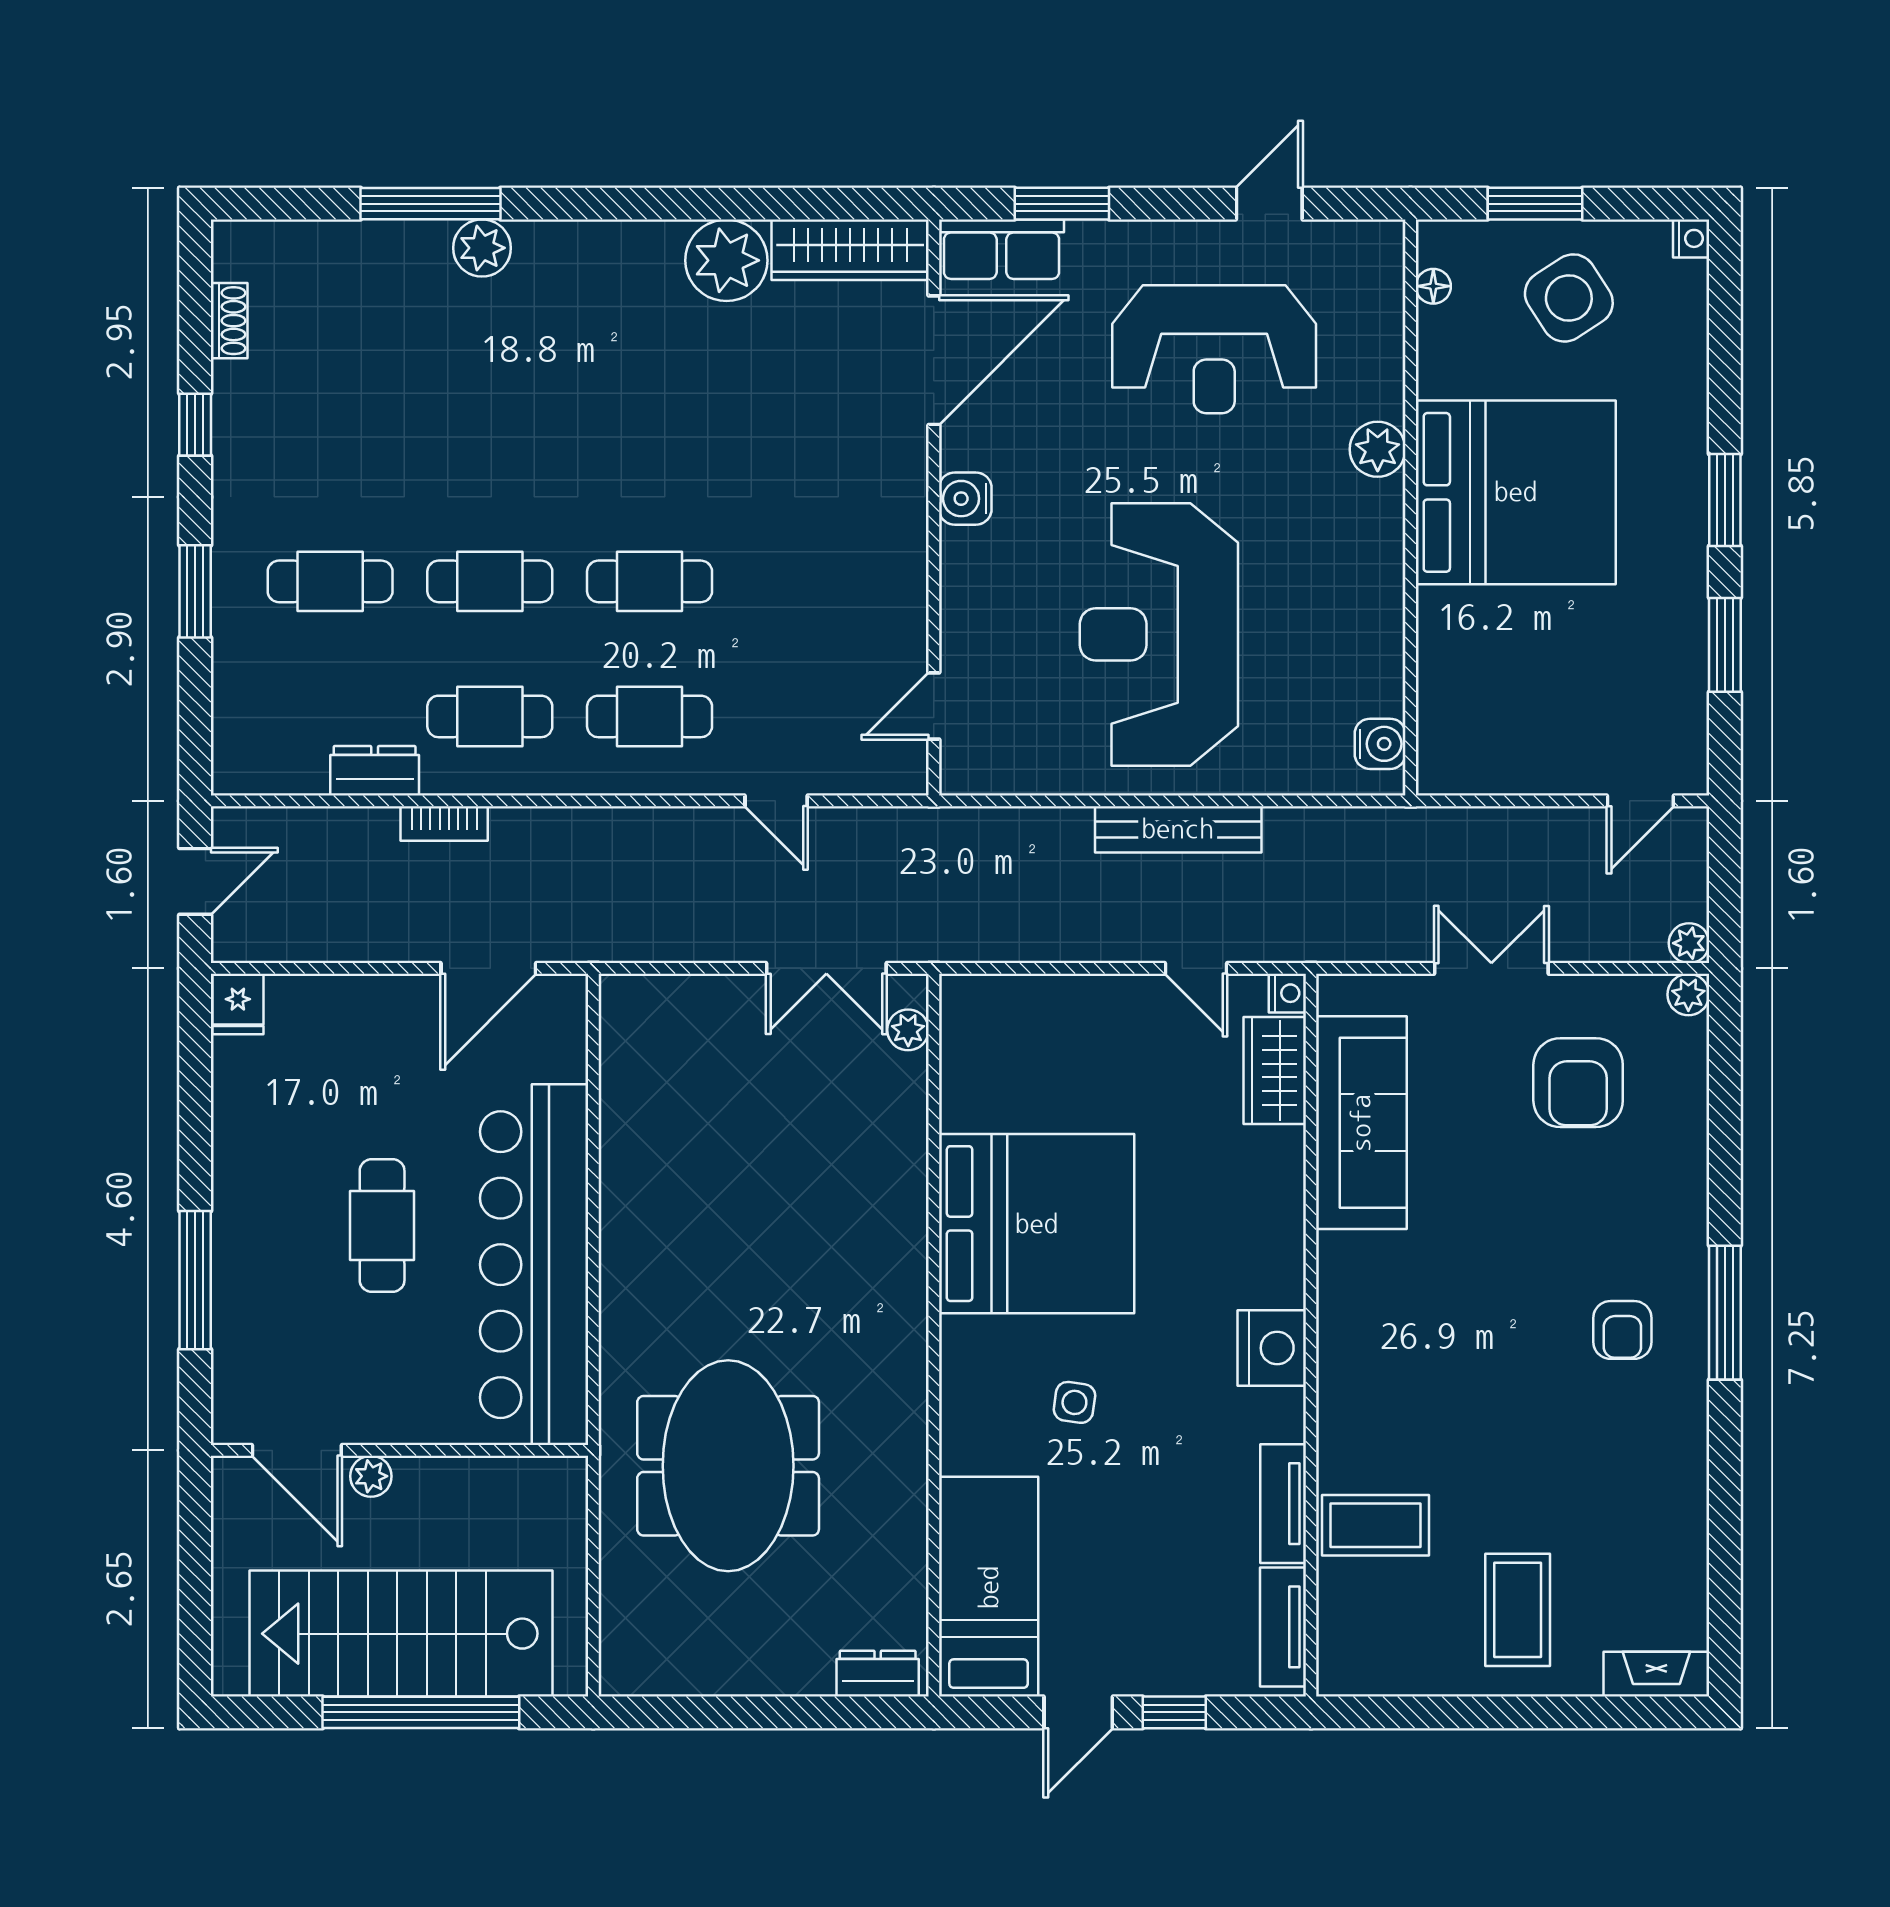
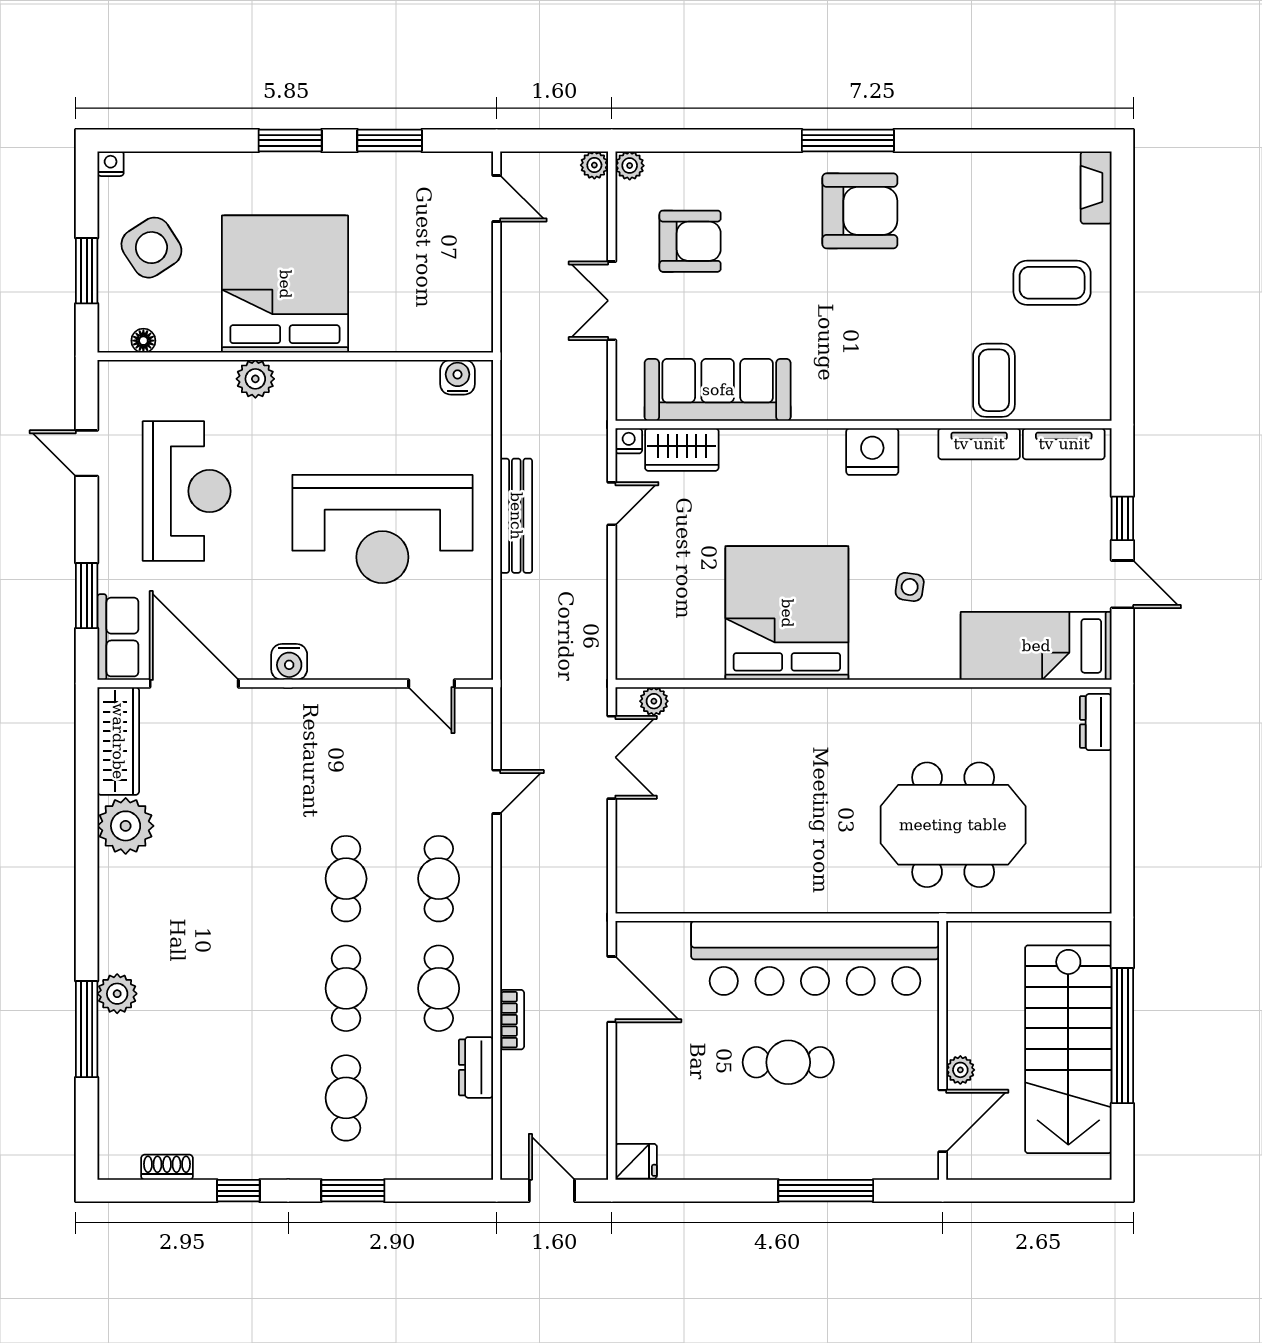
armchair: (1622, 1330) -> (860, 211), width x1.88, depth x1.88

